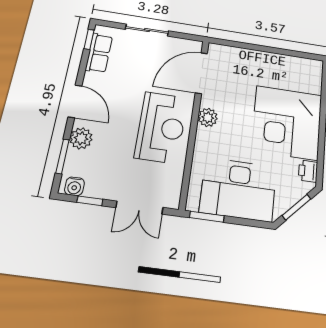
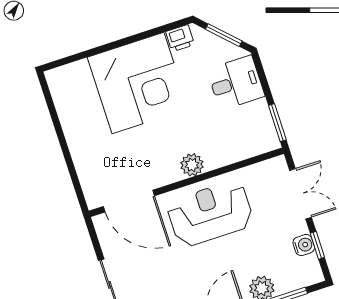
plant: (208, 117) -> (192, 165), moved
water cooler: (74, 186) -> (304, 245), moved
desk: (238, 189) -> (236, 83), width x0.53, depth x0.77

